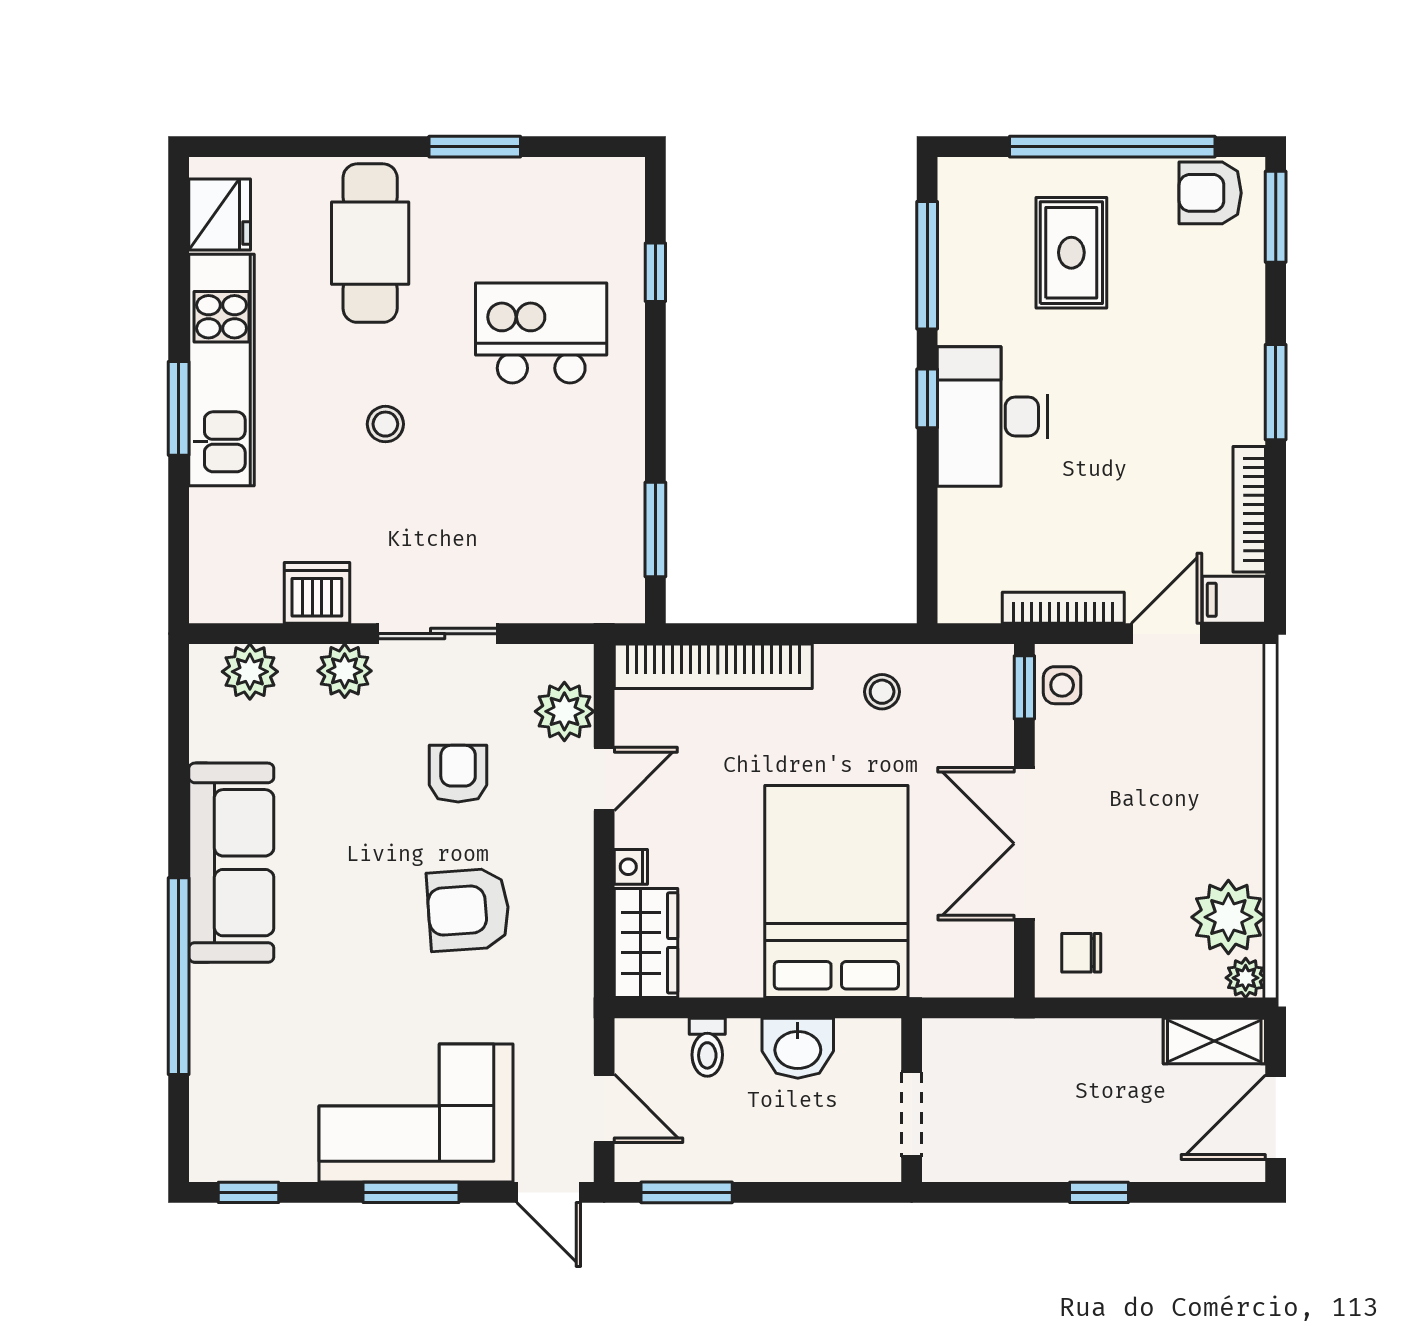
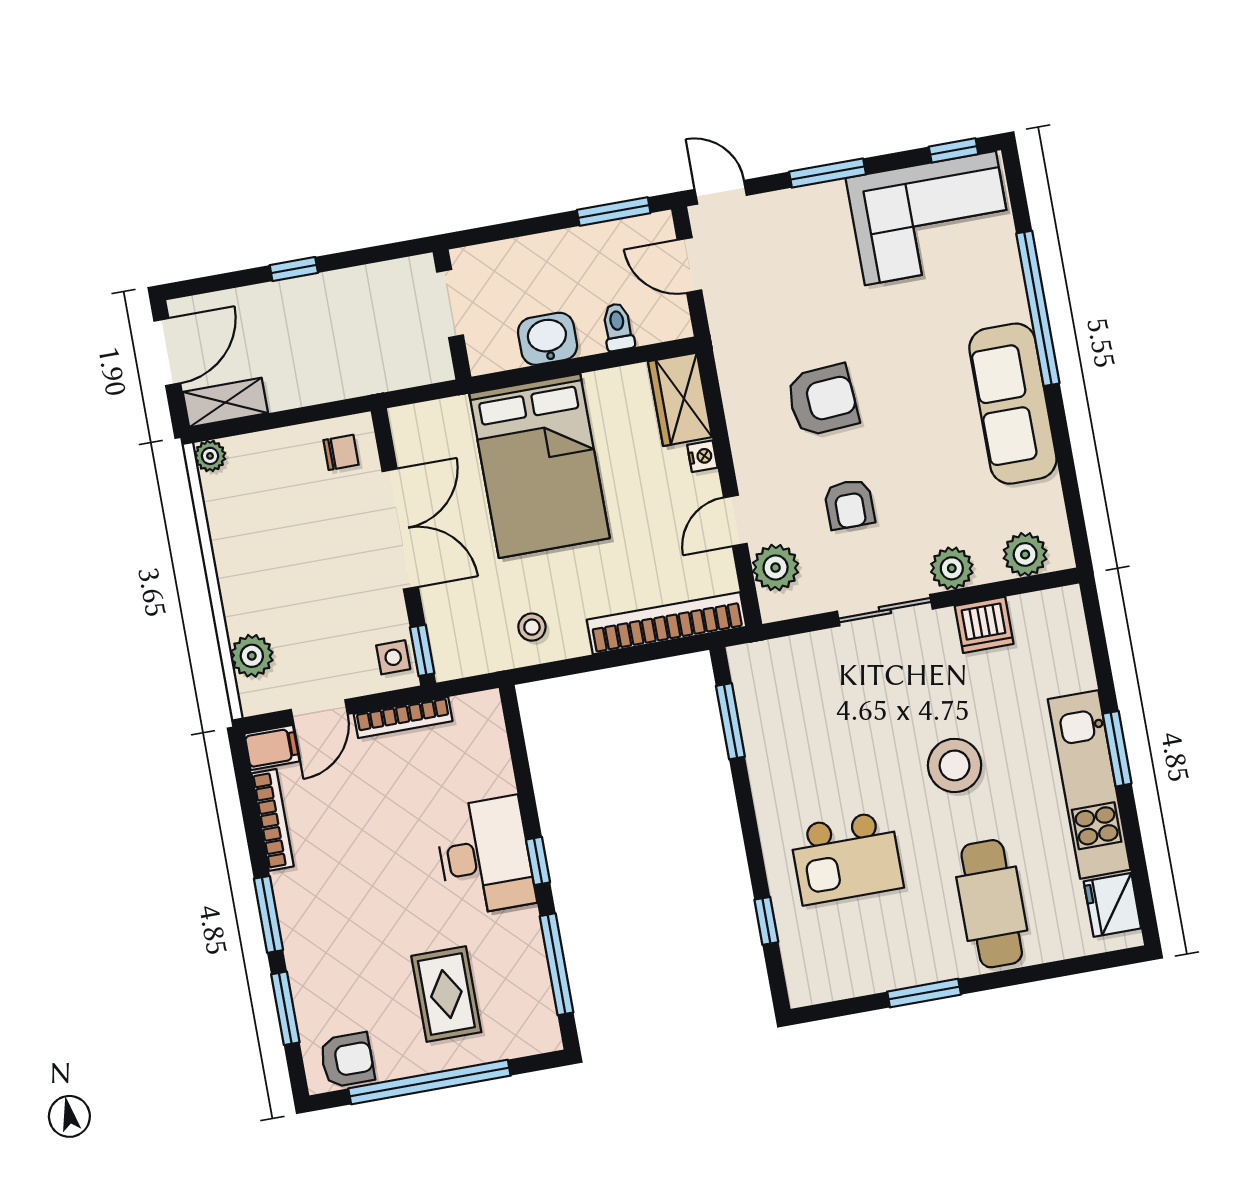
window: (1276, 217) -> (285, 1008), moved
stool: (385, 424) -> (955, 765), width x1.89, depth x1.89
plant: (1228, 917) -> (252, 656), moved, width x0.73, depth x0.73
corner sofa: (416, 1113) -> (930, 218), moved

